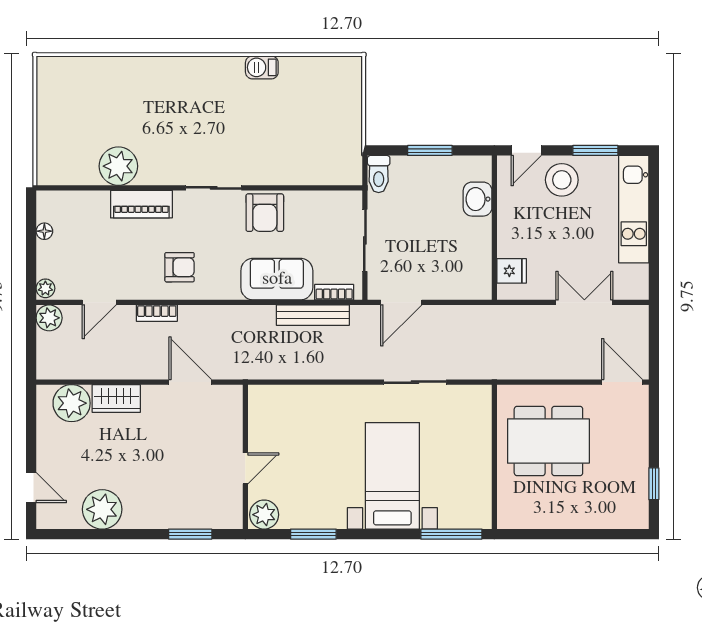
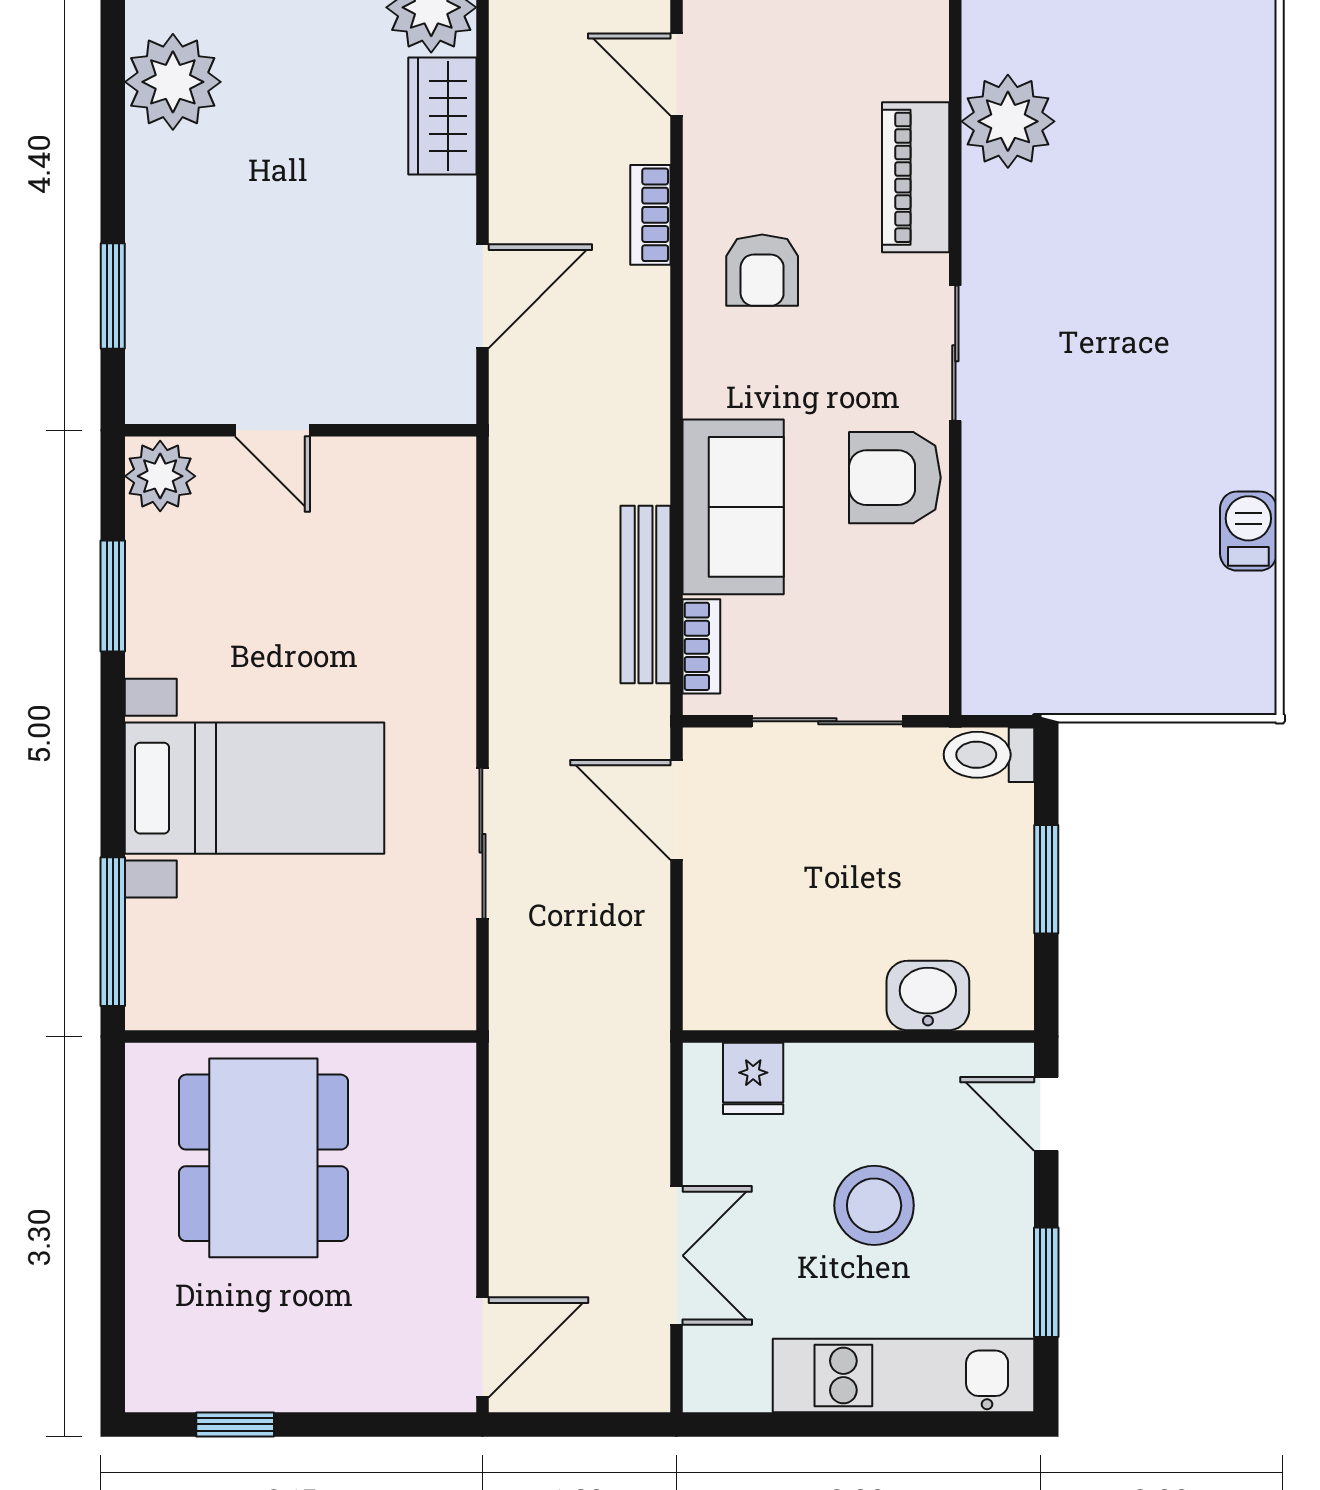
barbecue: (262, 67) -> (1248, 531), moved
stool: (562, 180) -> (874, 1205), moved
dining table: (548, 441) -> (263, 1158), moved

